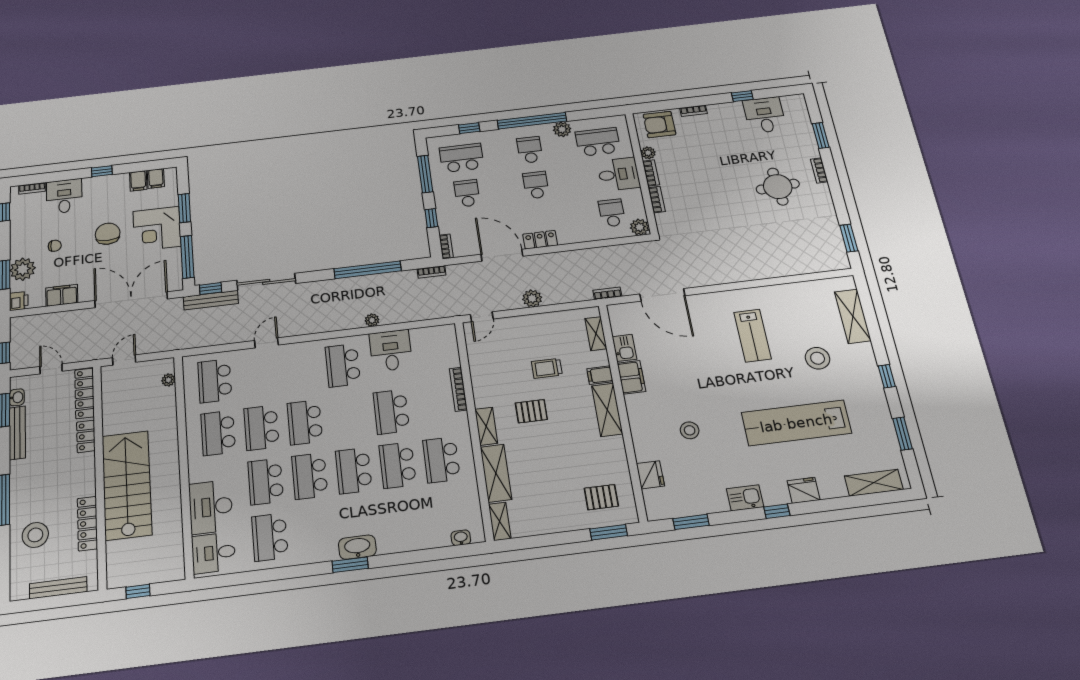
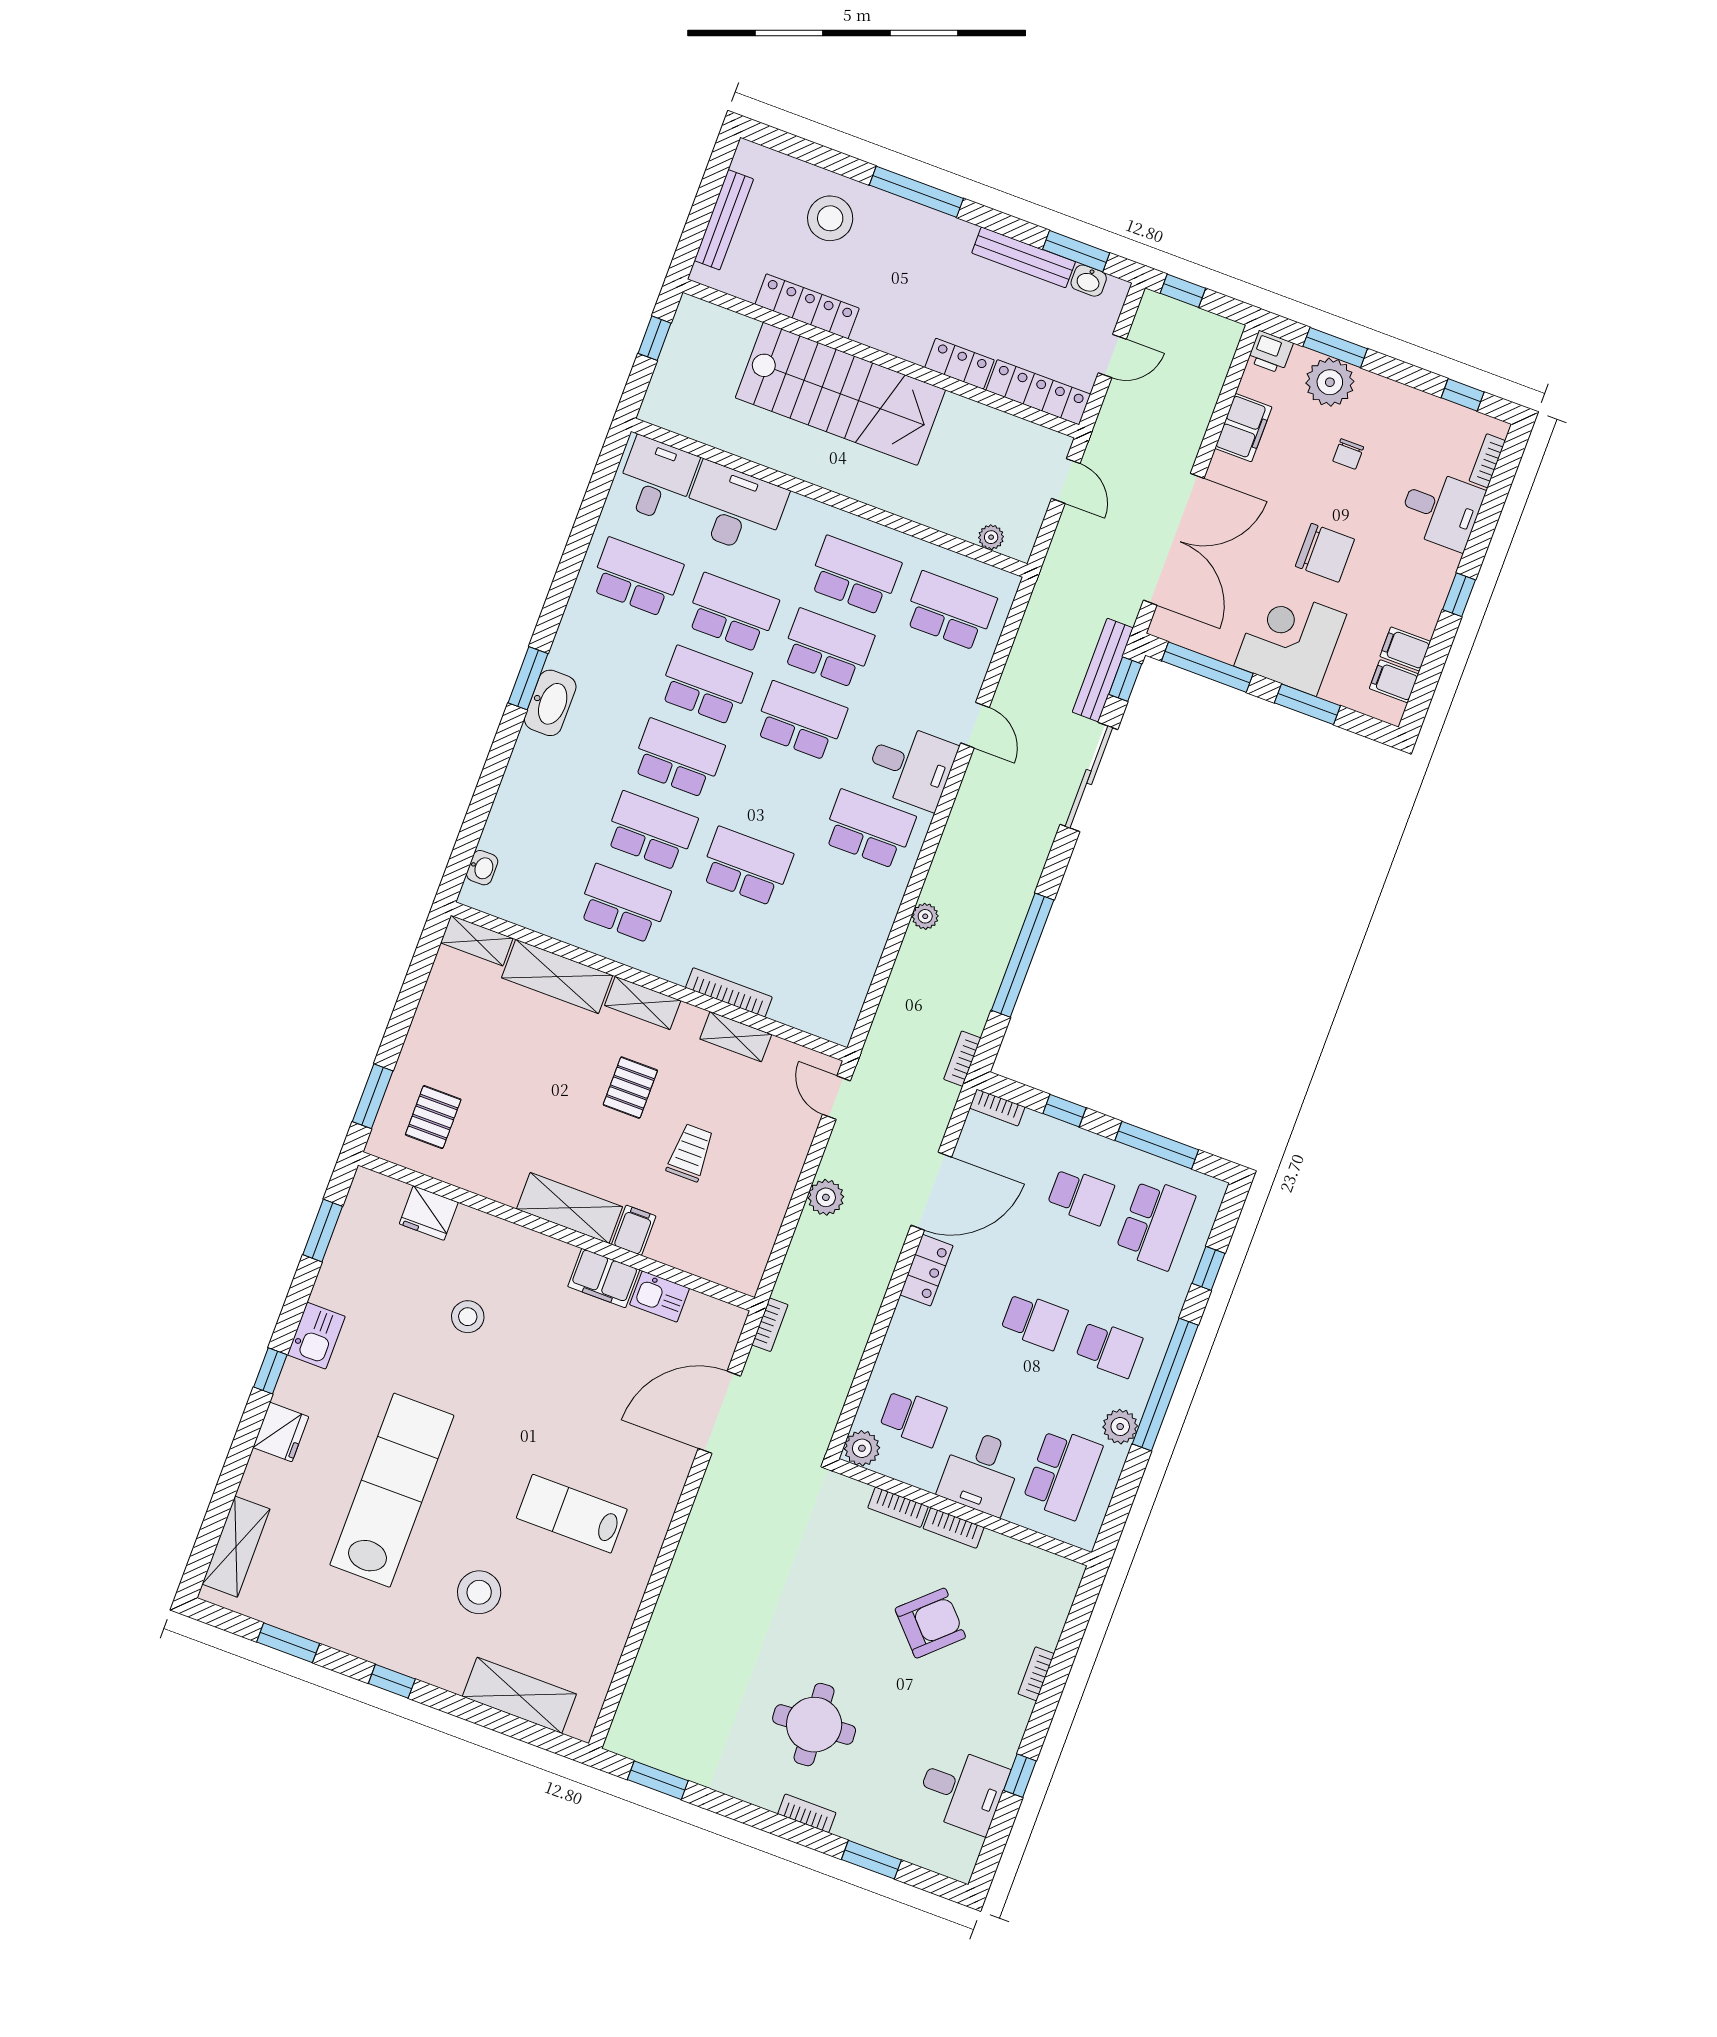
armchair: (659, 125) -> (930, 1623), moved, turned 47
plant: (648, 153) -> (995, 1546), removed
shelving: (596, 334) -> (736, 1037), moved
desk: (391, 351) -> (911, 766), moved

